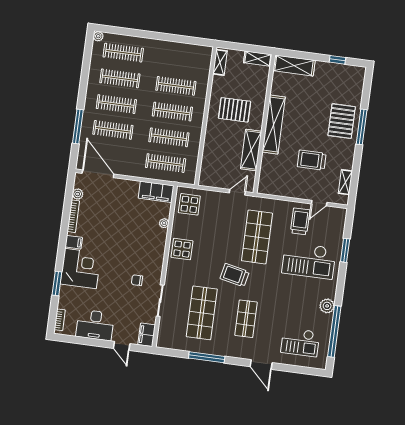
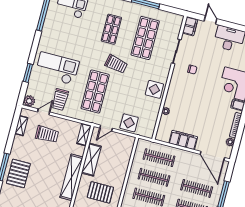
trolley: (312, 160) -> (47, 134), moved
shelving: (264, 181) -> (84, 135), added
filing cabinet: (156, 192) -> (183, 140), moved
display table: (189, 204) -> (129, 123), moved
plant: (327, 306) -> (29, 101), moved

